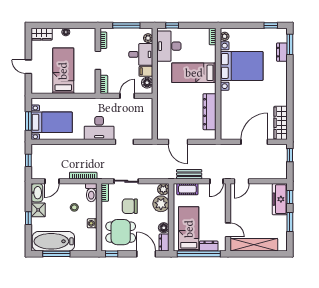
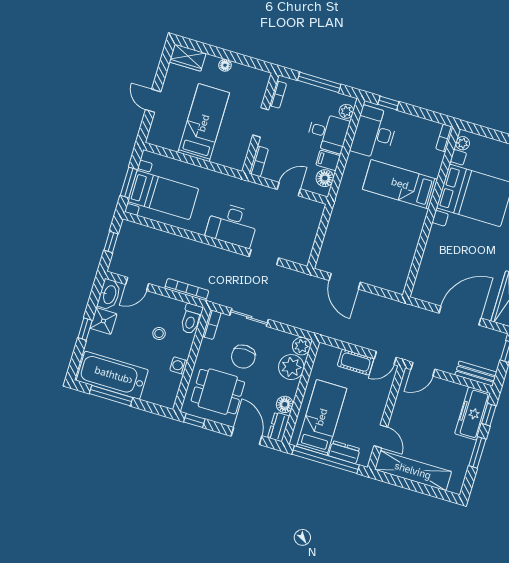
dresser: (210, 112) -> (406, 250), removed
bench: (189, 174) -> (476, 374), moved
cot: (187, 189) -> (356, 362), moved
chair: (130, 206) -> (243, 357), turned -90

